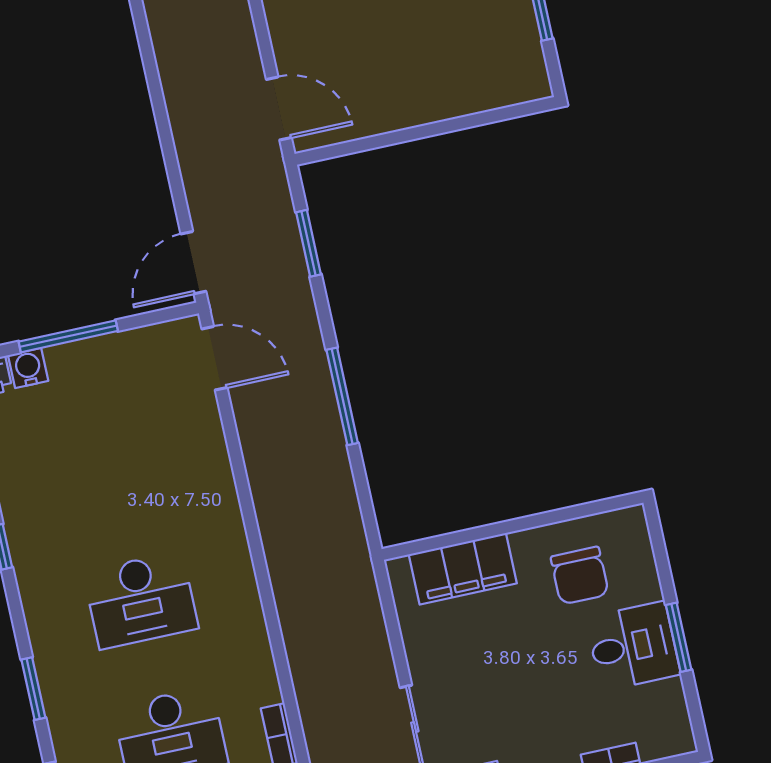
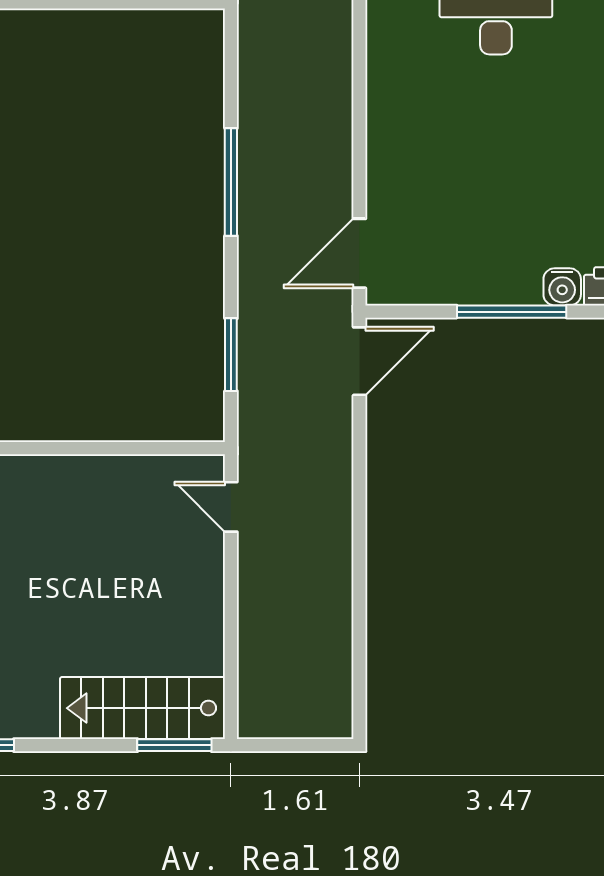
door: (279, 108) -> (231, 507), width x0.73
door: (214, 358) -> (359, 253), hinge flipped

